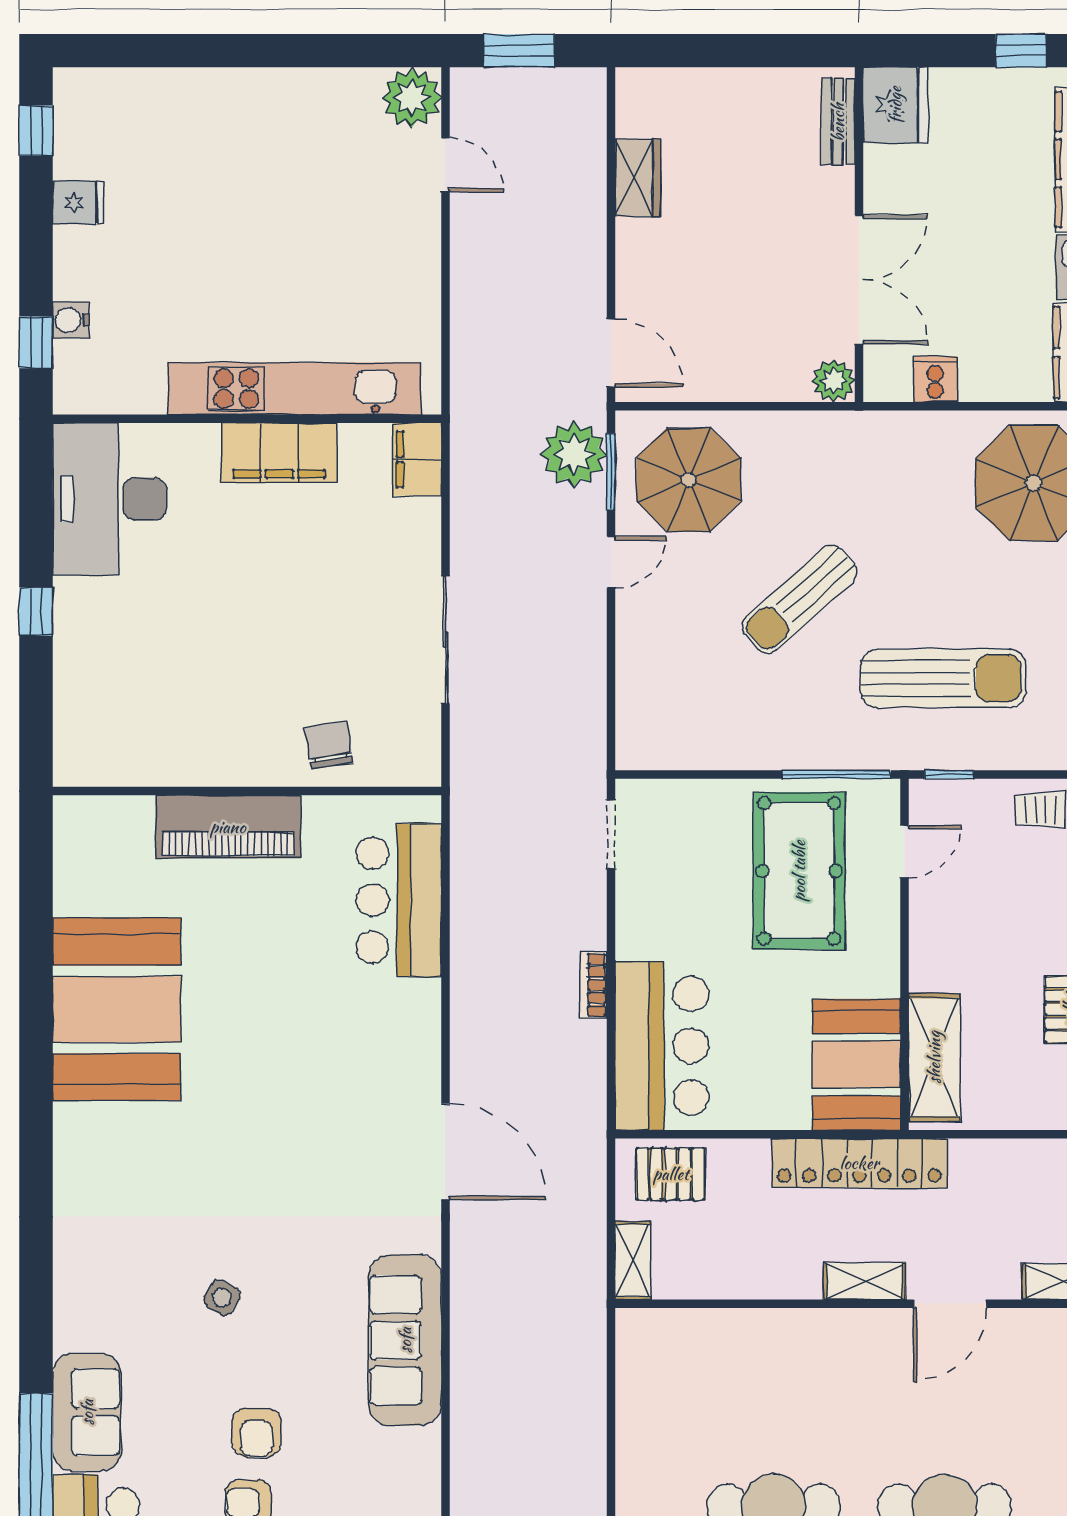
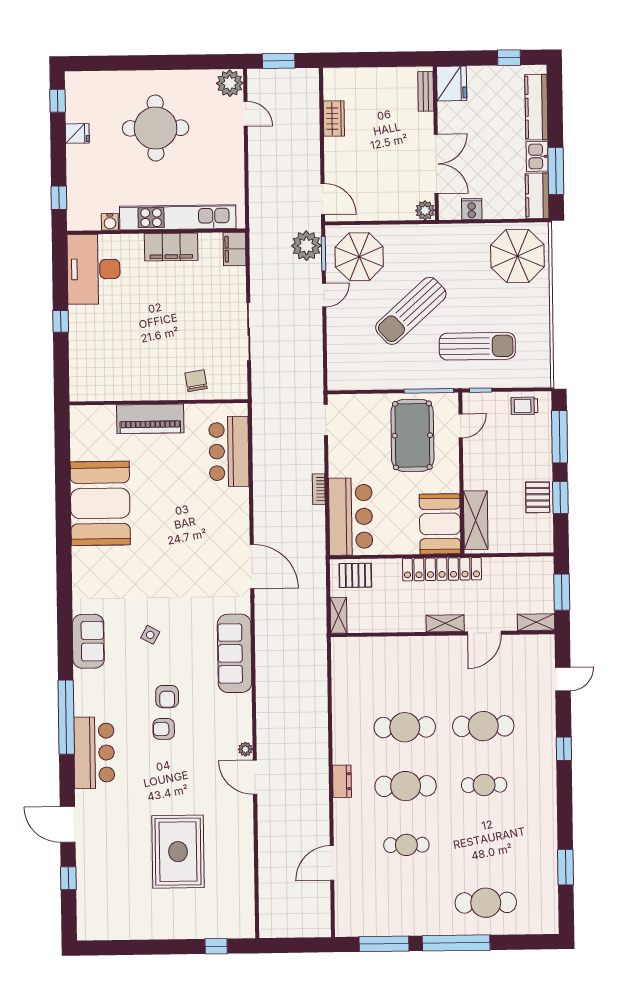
round table: (249, 193) -> (156, 128), added
water cooler: (71, 320) -> (110, 222), moved, turned -90
sun lounger: (799, 599) -> (411, 311), width x1.36, depth x1.34
sofa: (87, 1412) -> (88, 641), moved

